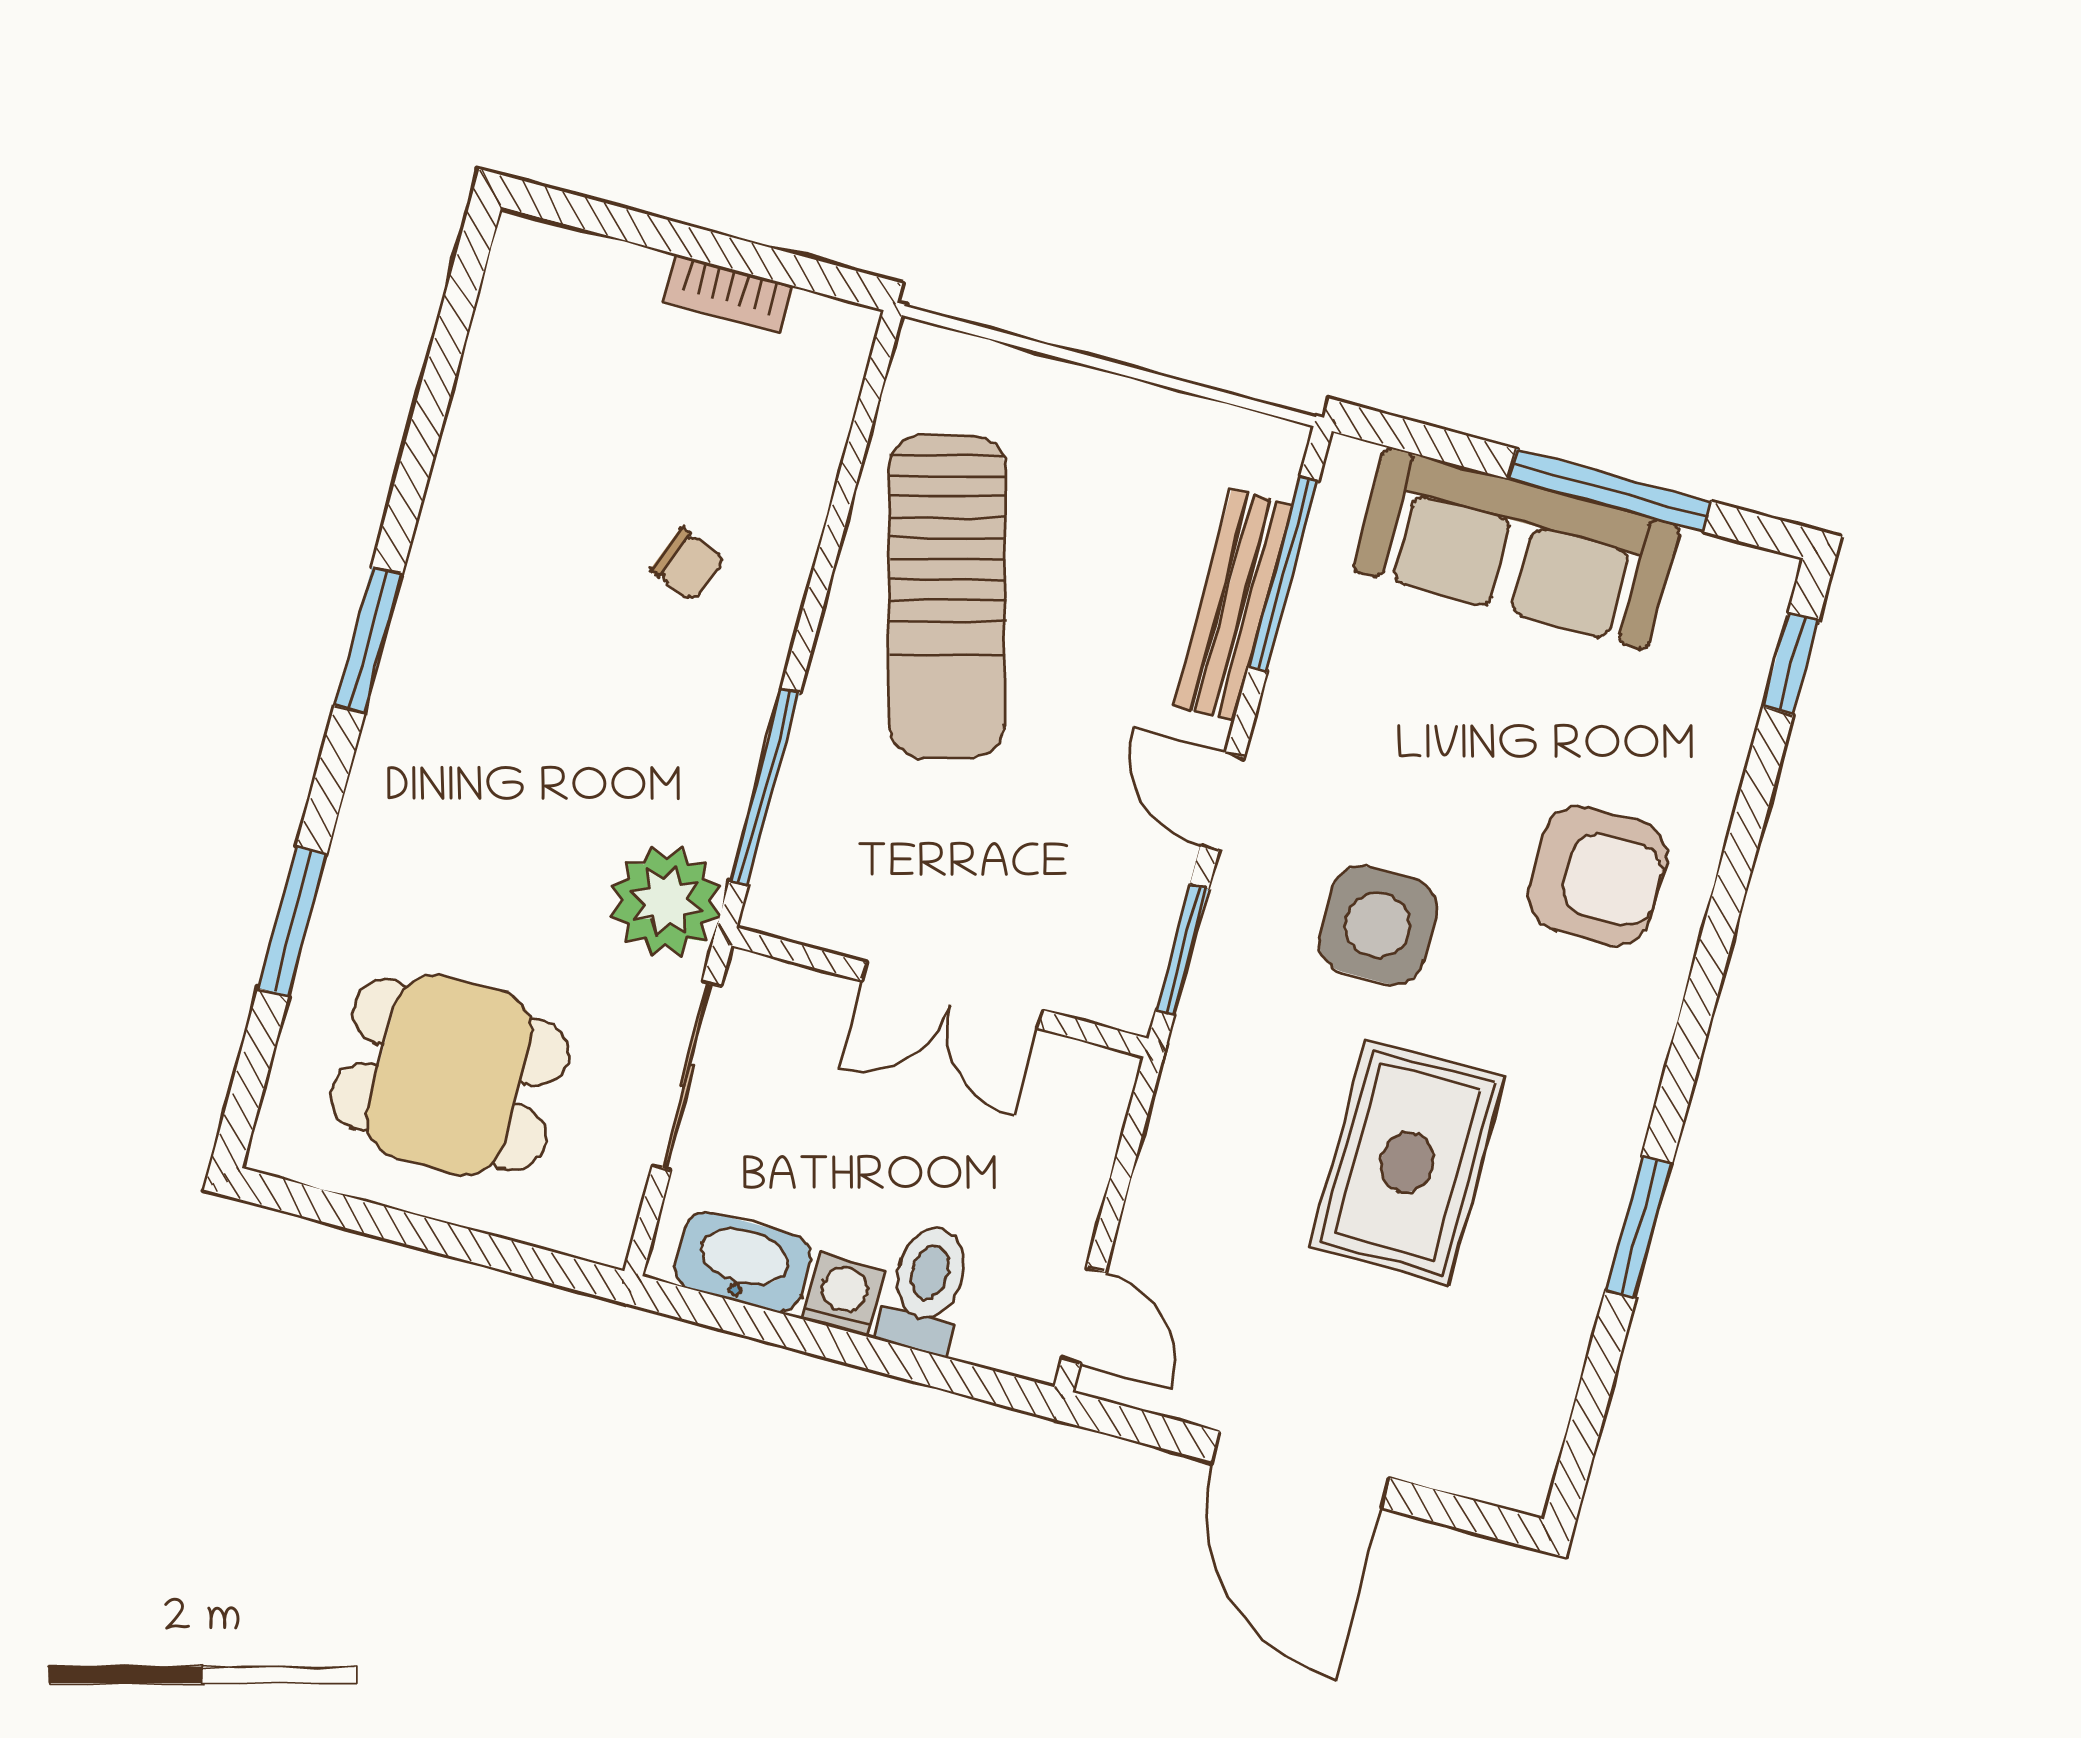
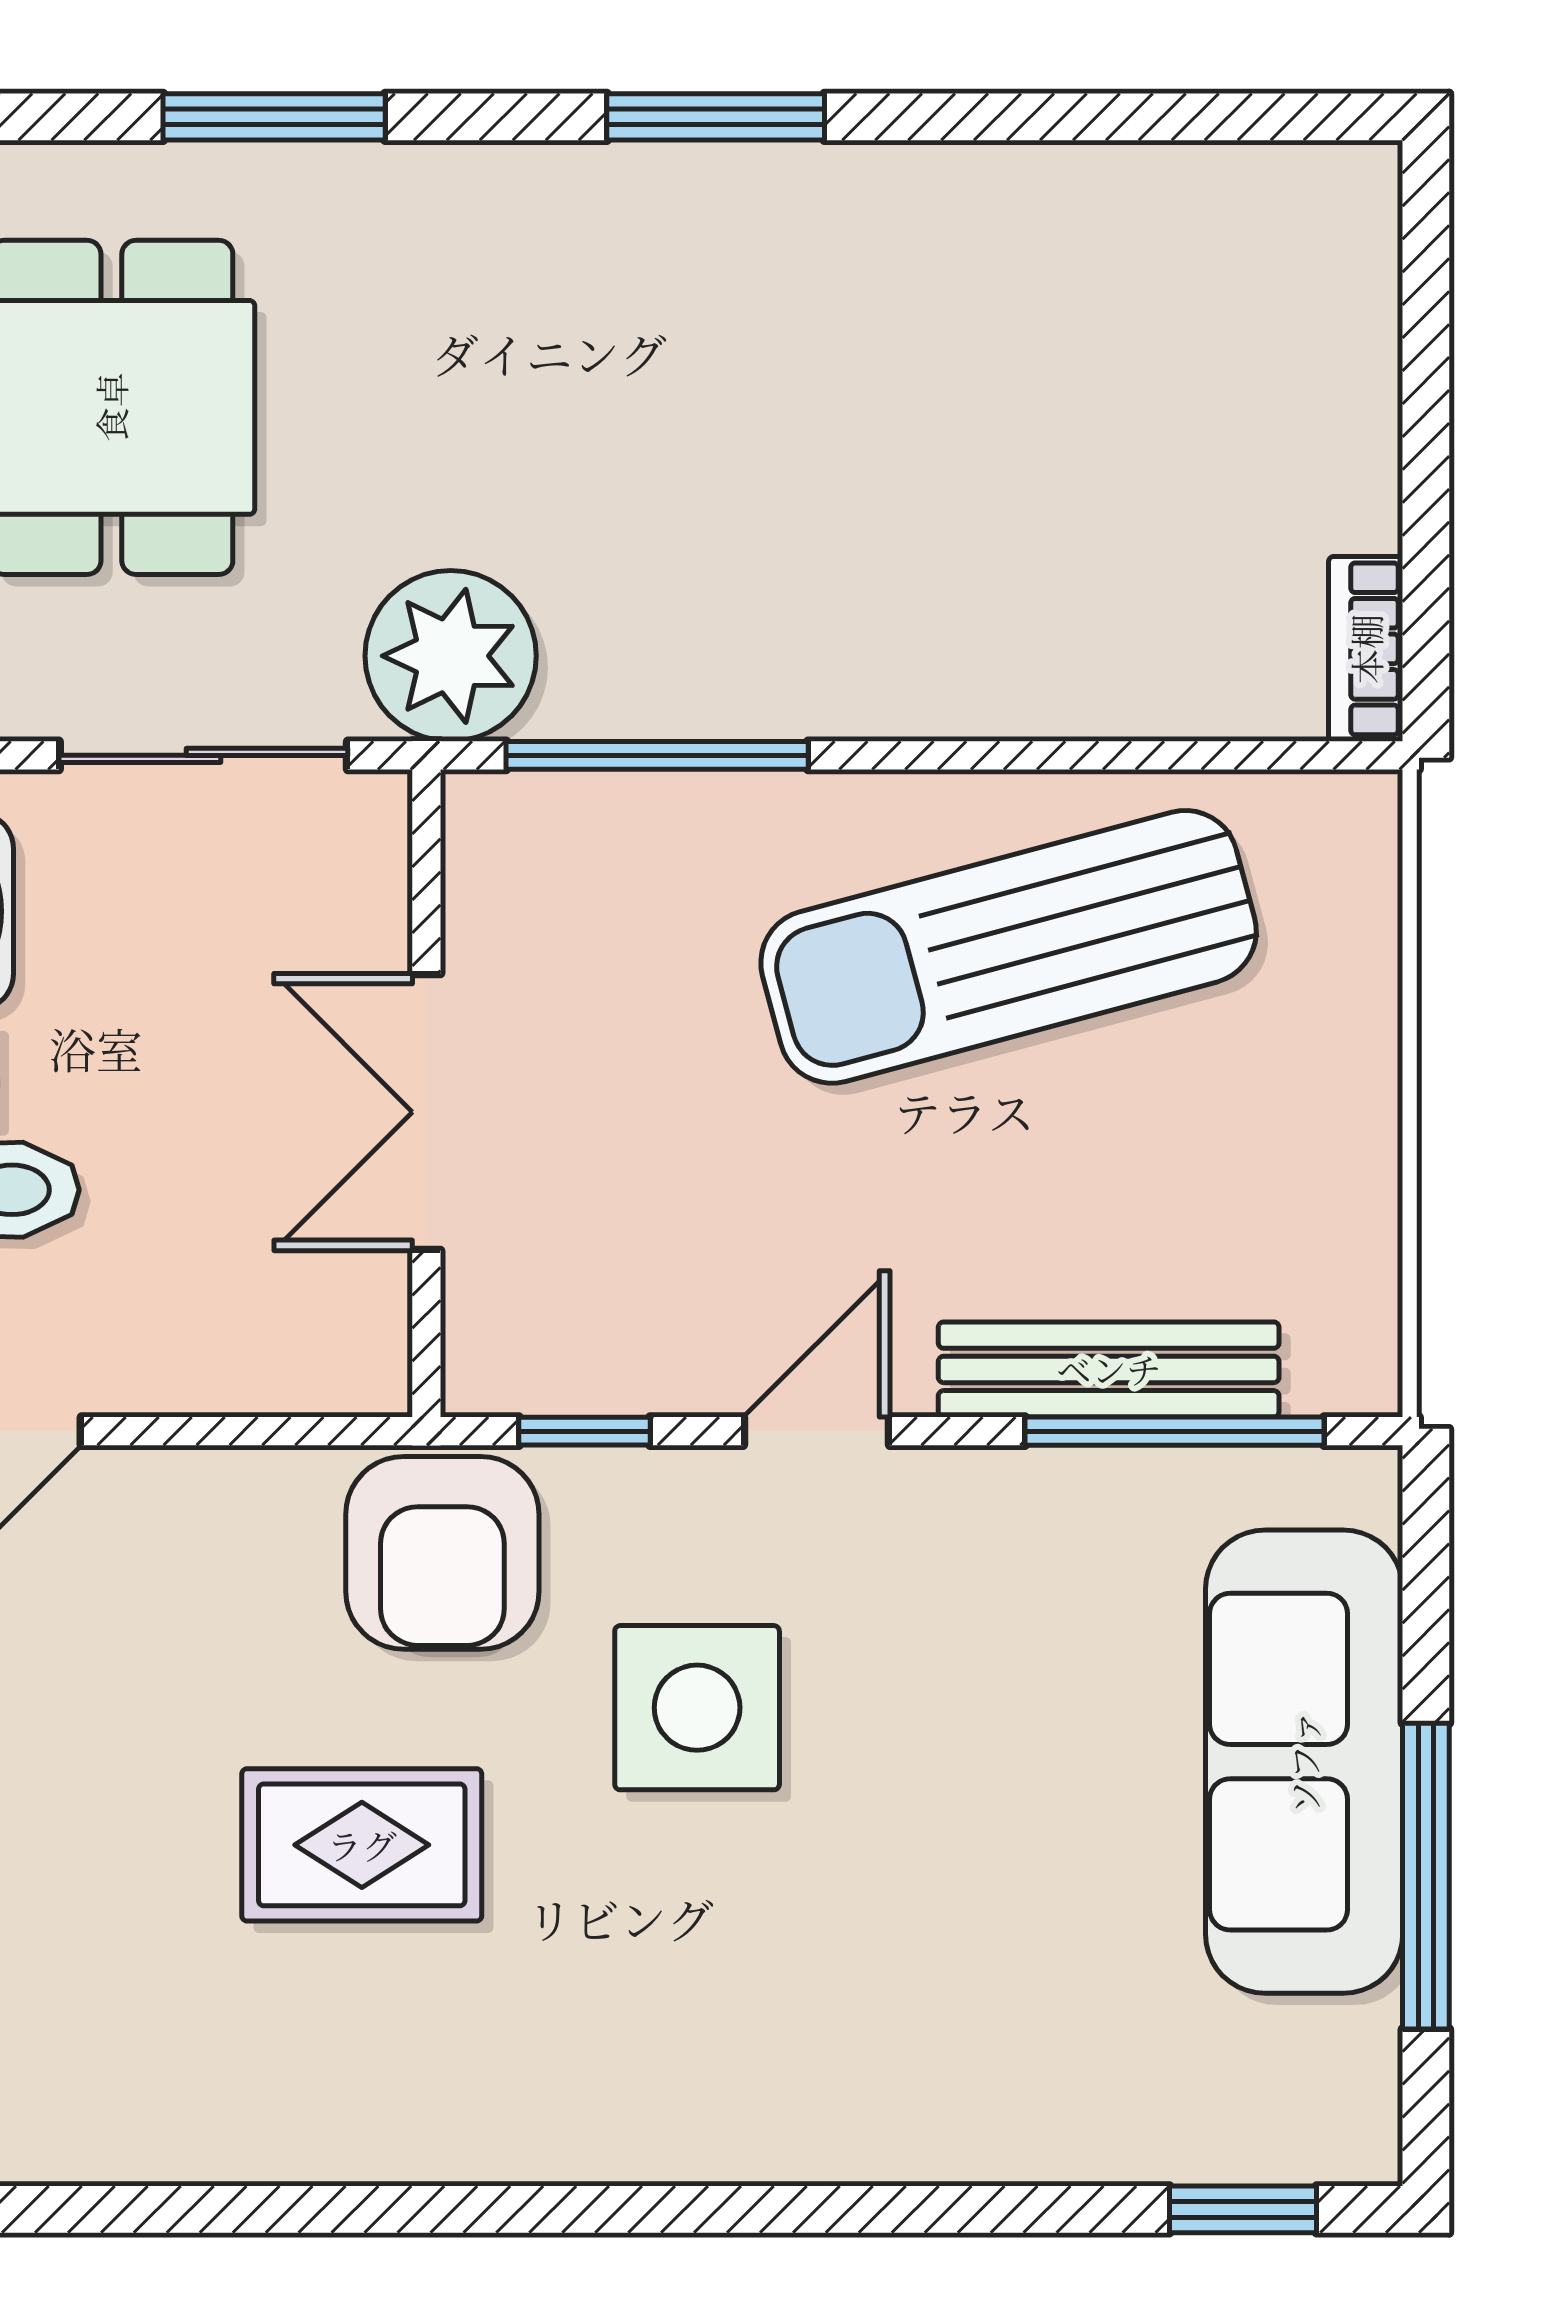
bookcase: (728, 293) -> (1366, 649), moved
chair: (688, 565) -> (953, 555), removed
armchair: (1597, 876) -> (442, 1553), moved
window: (1182, 949) -> (584, 1431), width x0.67
rug: (1407, 1162) -> (362, 1845), width x0.73, depth x0.70
window: (1639, 1227) -> (358, 2209), removed

